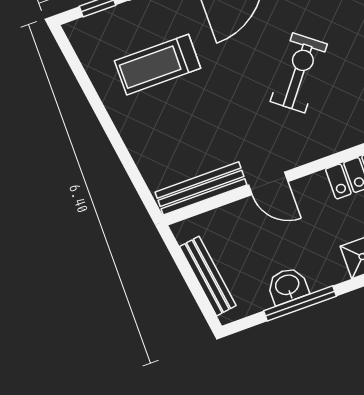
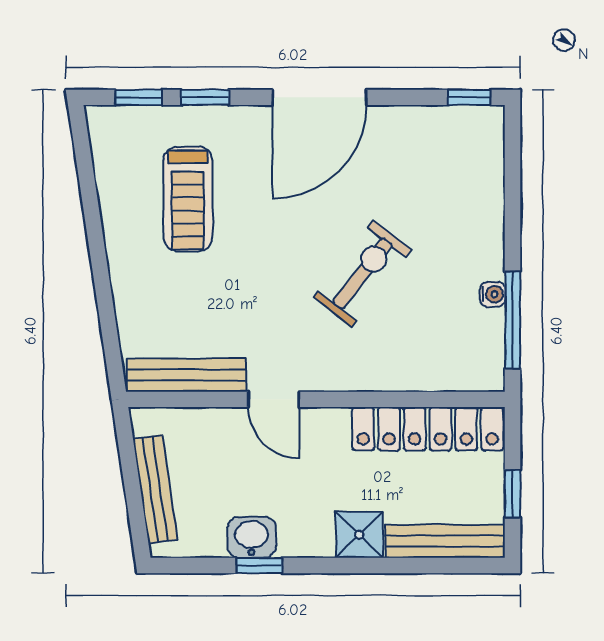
treadmill: (158, 65) -> (188, 199), turned -90
window: (300, 303) -> (259, 566), width x0.46

